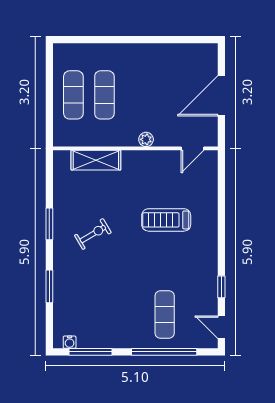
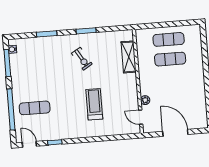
plant: (146, 139) -> (145, 100), moved
door: (221, 327) -> (29, 144), hinge flipped

